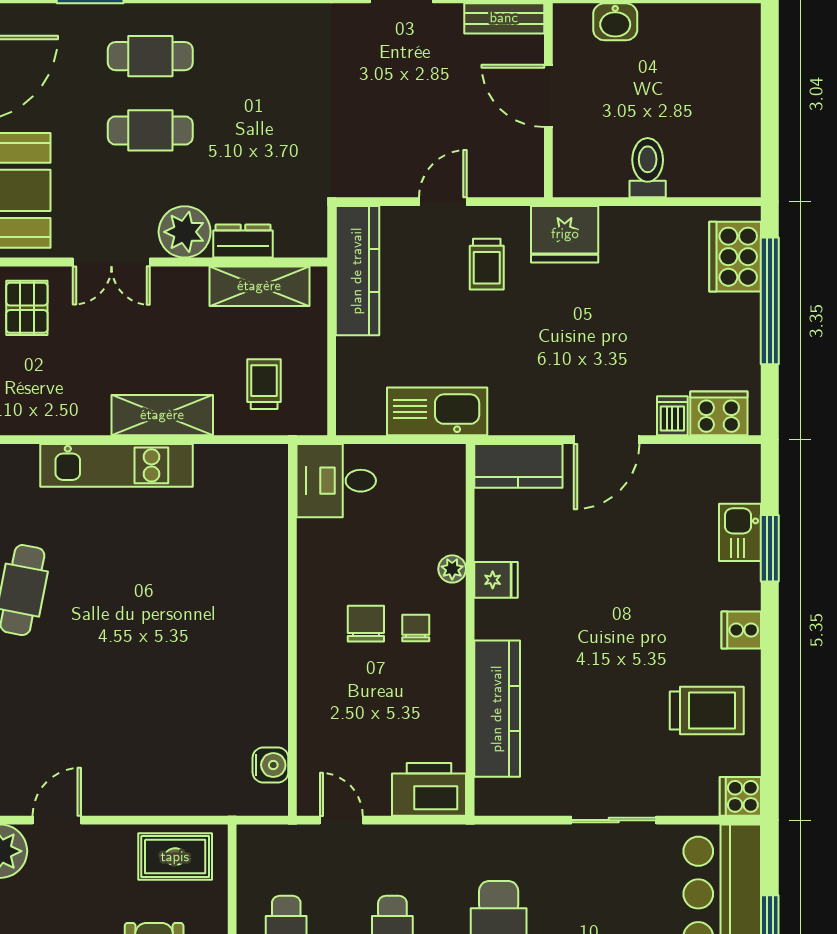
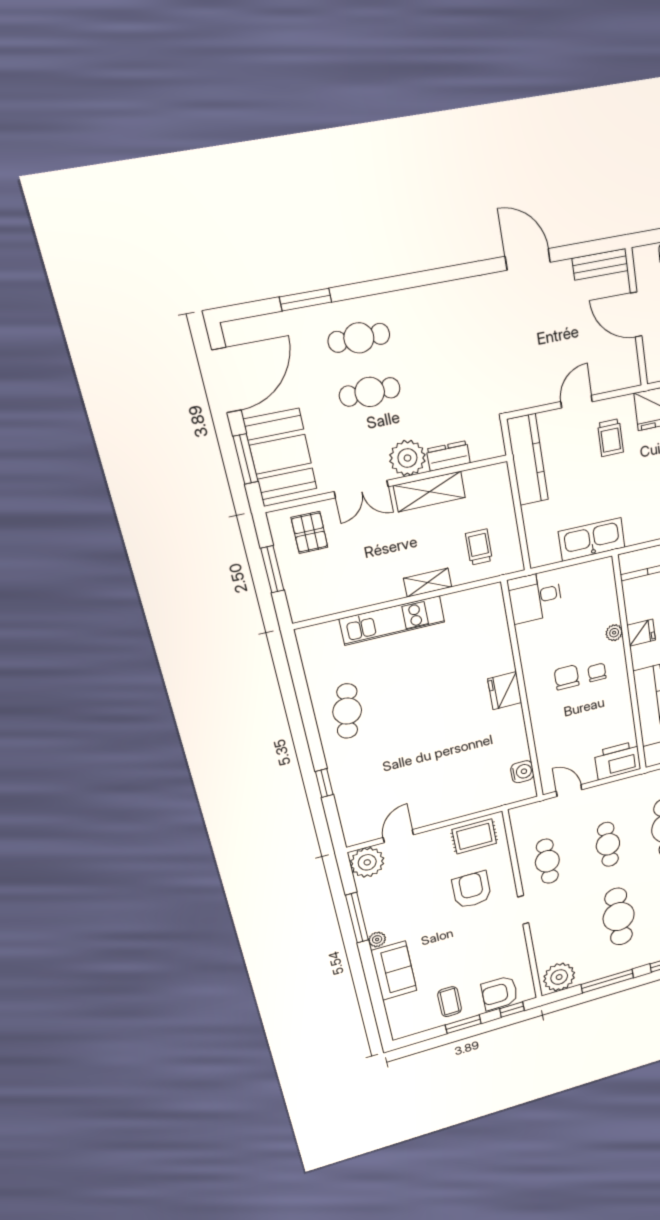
shelving: (259, 286) -> (430, 492), moved
shelving: (162, 415) -> (428, 583), width x0.67, depth x0.75
fridge: (265, 620) -> (505, 691), added

